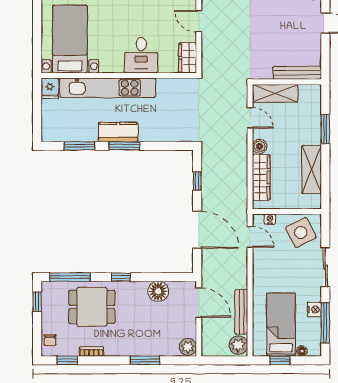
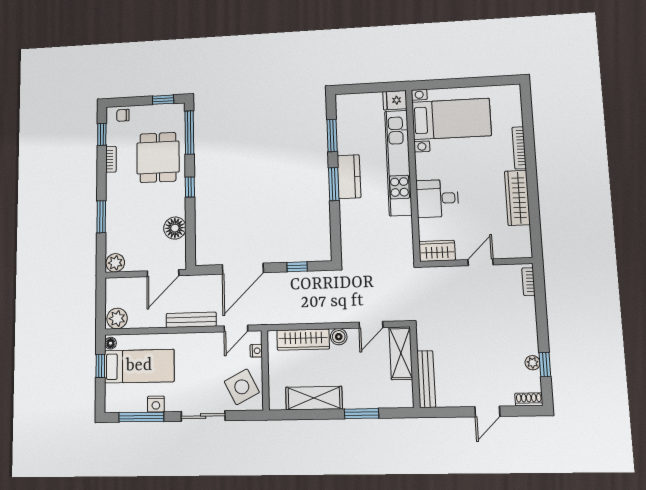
bench: (241, 312) -> (191, 320), moved
floor lamp: (302, 351) -> (111, 343), moved

